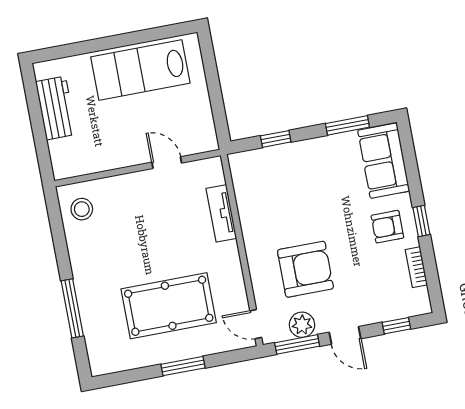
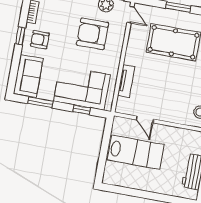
lab bench: (140, 70) -> (136, 152), moved
corner sofa: (289, 175) -> (82, 88), added
armchair: (387, 227) -> (40, 40), turned 180

